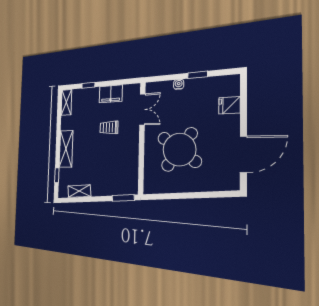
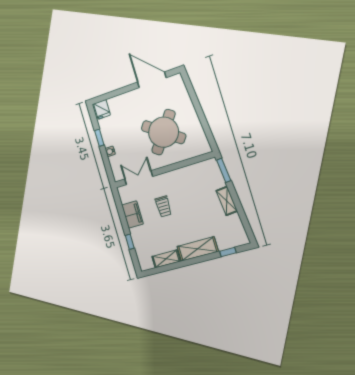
shelving: (66, 102) -> (166, 259), moved
fridge: (229, 105) -> (102, 109), moved
shelving: (79, 191) -> (227, 201), moved

